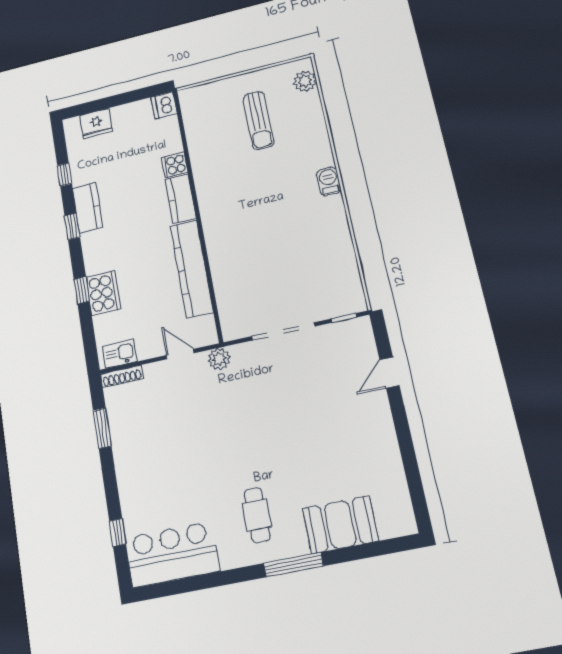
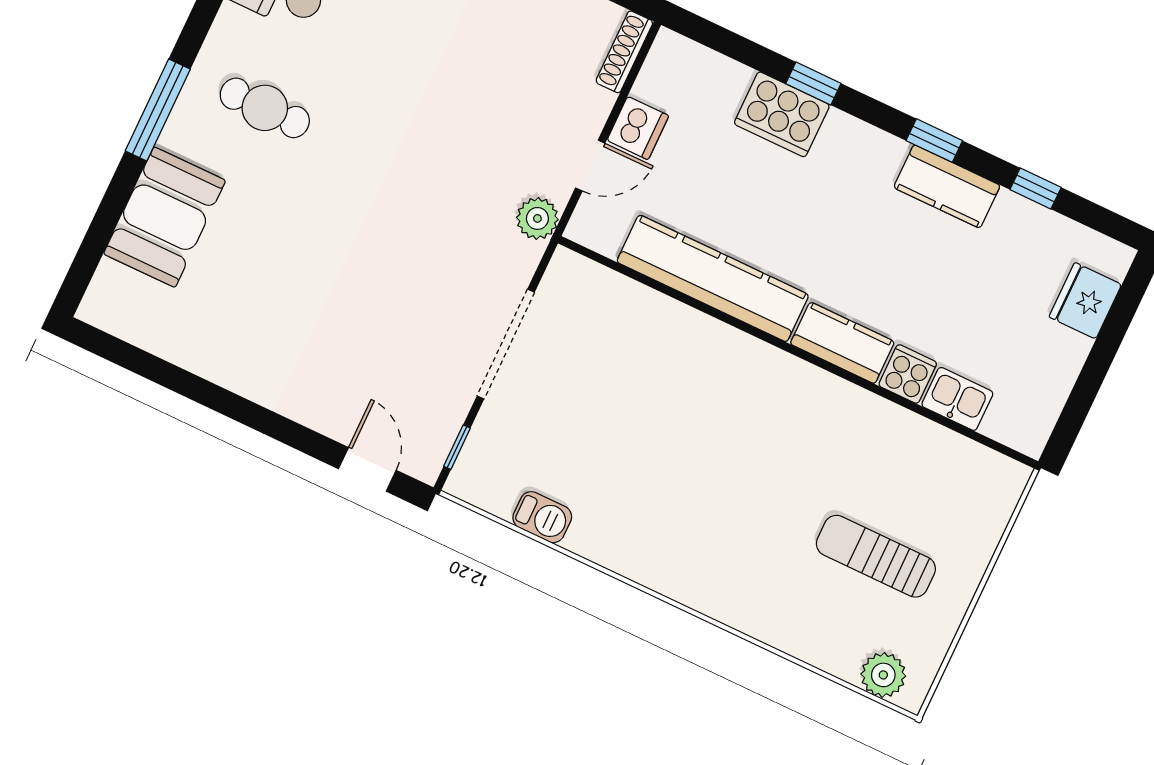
dishwasher: (164, 105) -> (638, 128), moved, turned 90
barbecue: (329, 181) -> (542, 517), moved
kitchen sink: (120, 354) -> (957, 399), moved, turned -90
door: (389, 373) -> (367, 469), moved

